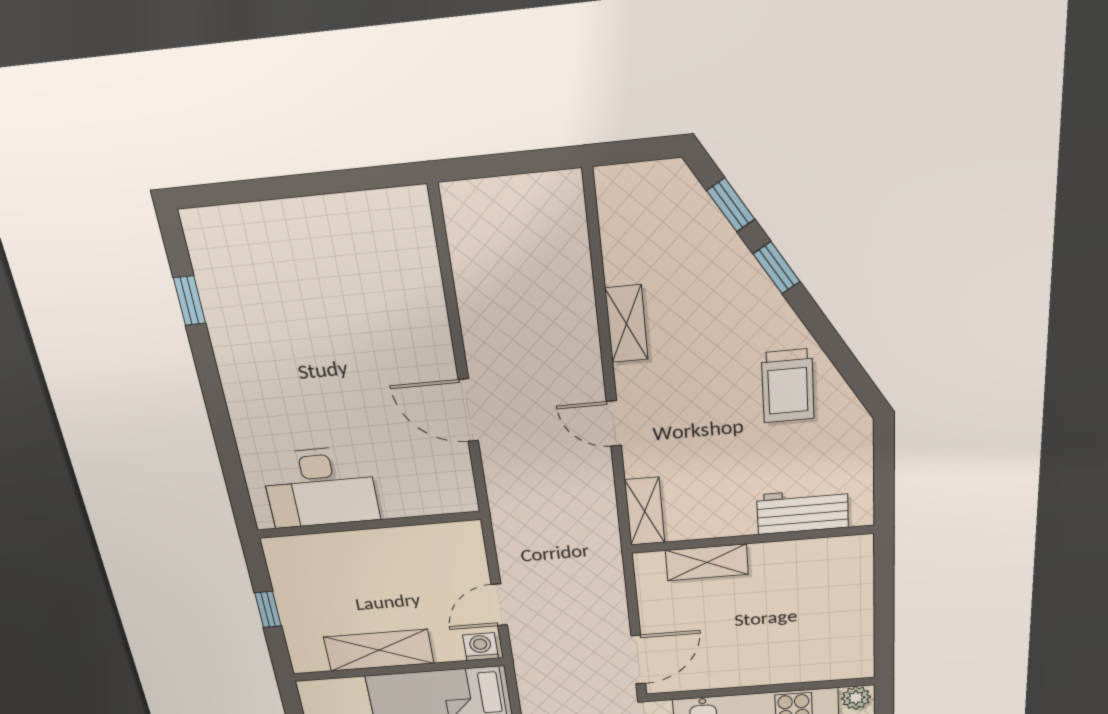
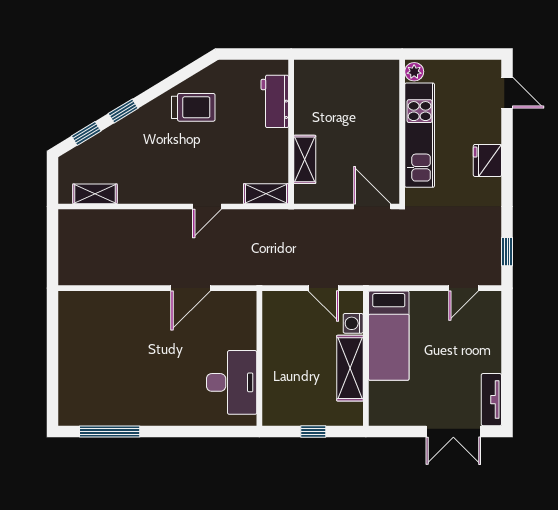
window: (190, 301) -> (110, 431), width x2.17
shelving: (627, 324) -> (95, 194), moved
washing machine: (481, 647) -> (353, 323), moved

